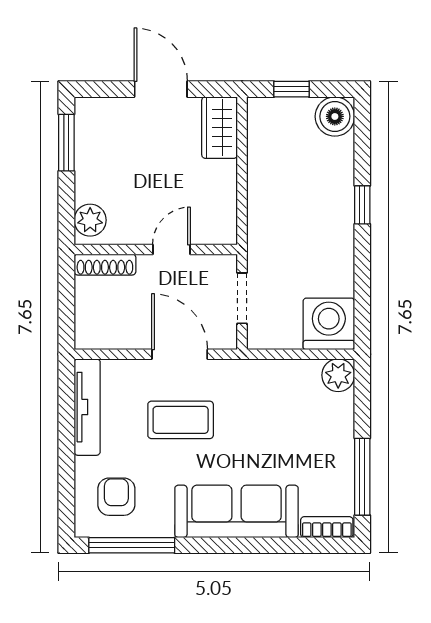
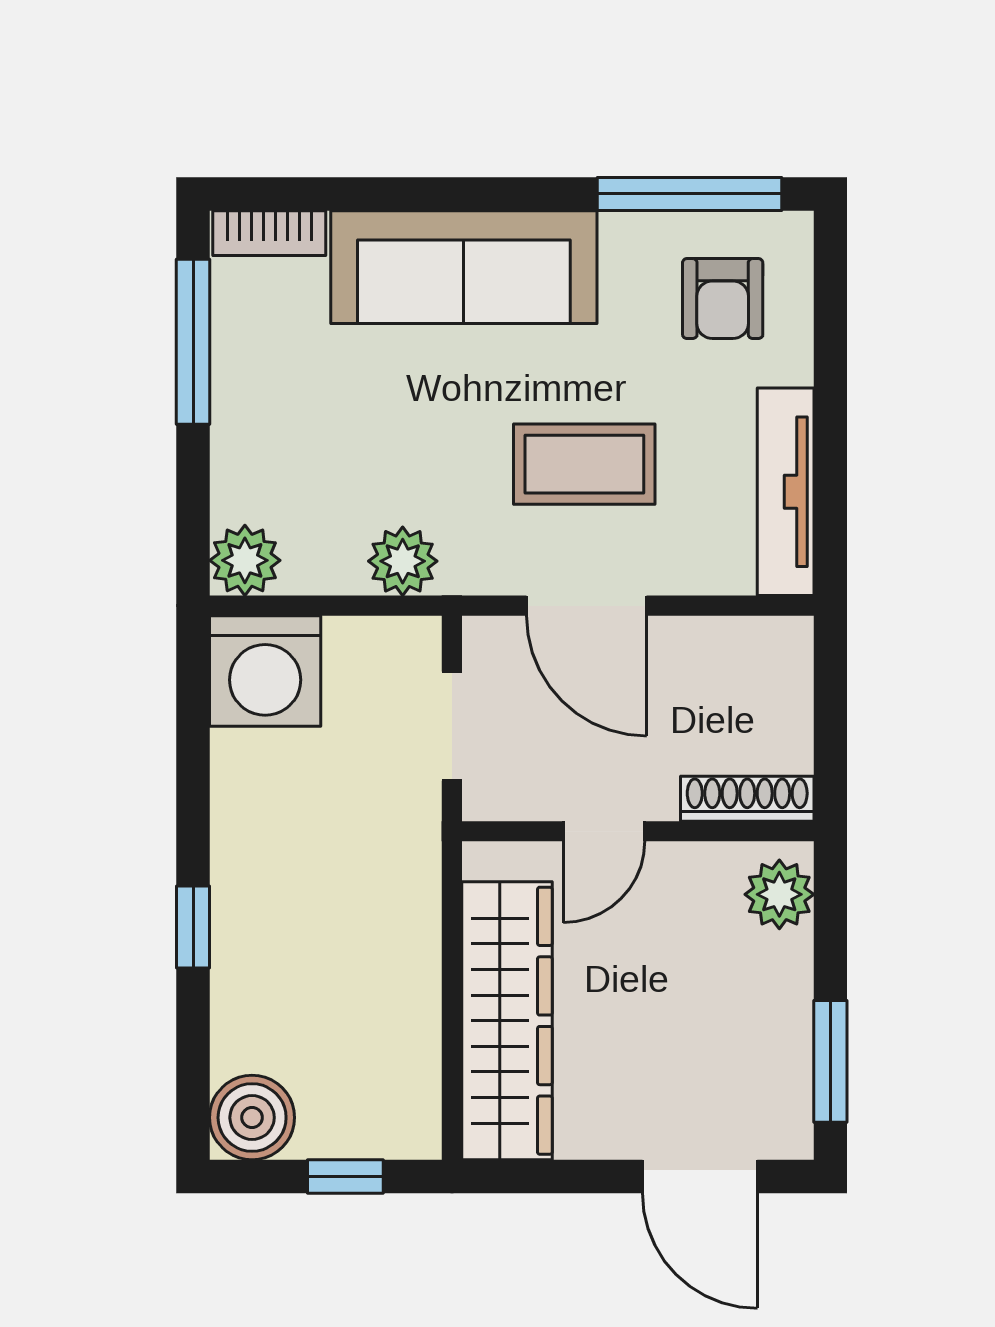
door: (161, 89) -> (700, 1177), moved
wardrobe: (220, 128) -> (507, 1021), width x2.10, depth x1.17
plant: (265, 375) -> (403, 561), added

